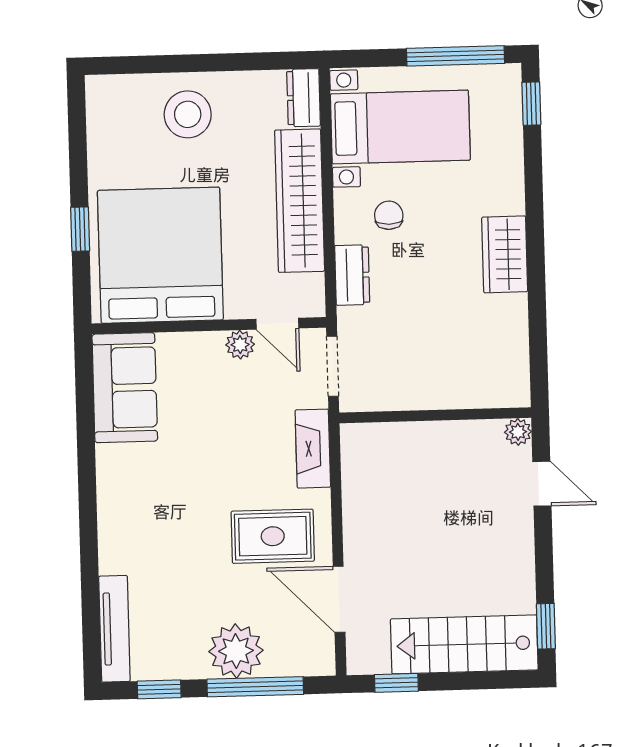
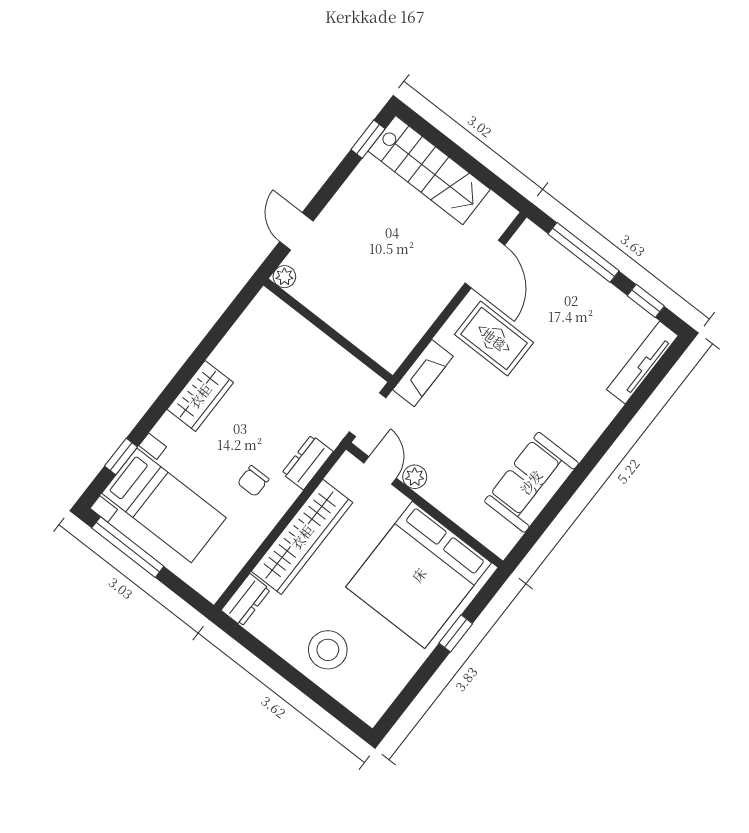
window: (531, 104) -> (121, 456), moved
bed with nightstands: (400, 127) -> (164, 505), moved, turned 180
sofa: (125, 388) -> (531, 482), moved
plant: (236, 651) -> (577, 285), removed
window: (396, 683) -> (492, 181), removed

